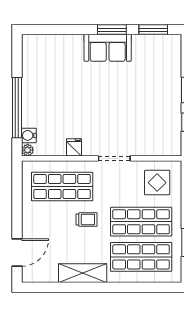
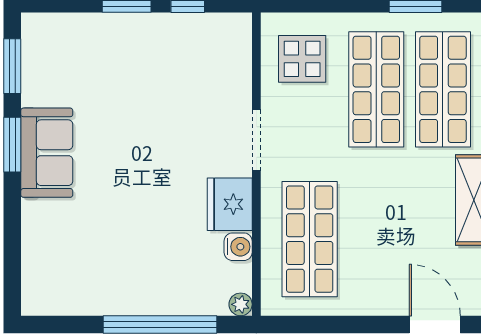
water cooler: (29, 135) -> (238, 247), moved, turned -90
fridge: (74, 147) -> (230, 204), width x1.88, depth x1.34
trolley: (87, 219) -> (372, 193), removed

